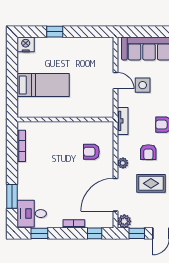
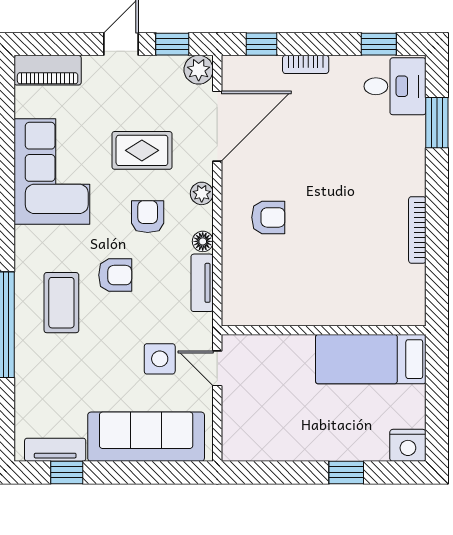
wall: (65, 119) -> (324, 330), moved
floor lamp: (122, 140) -> (203, 241), added

